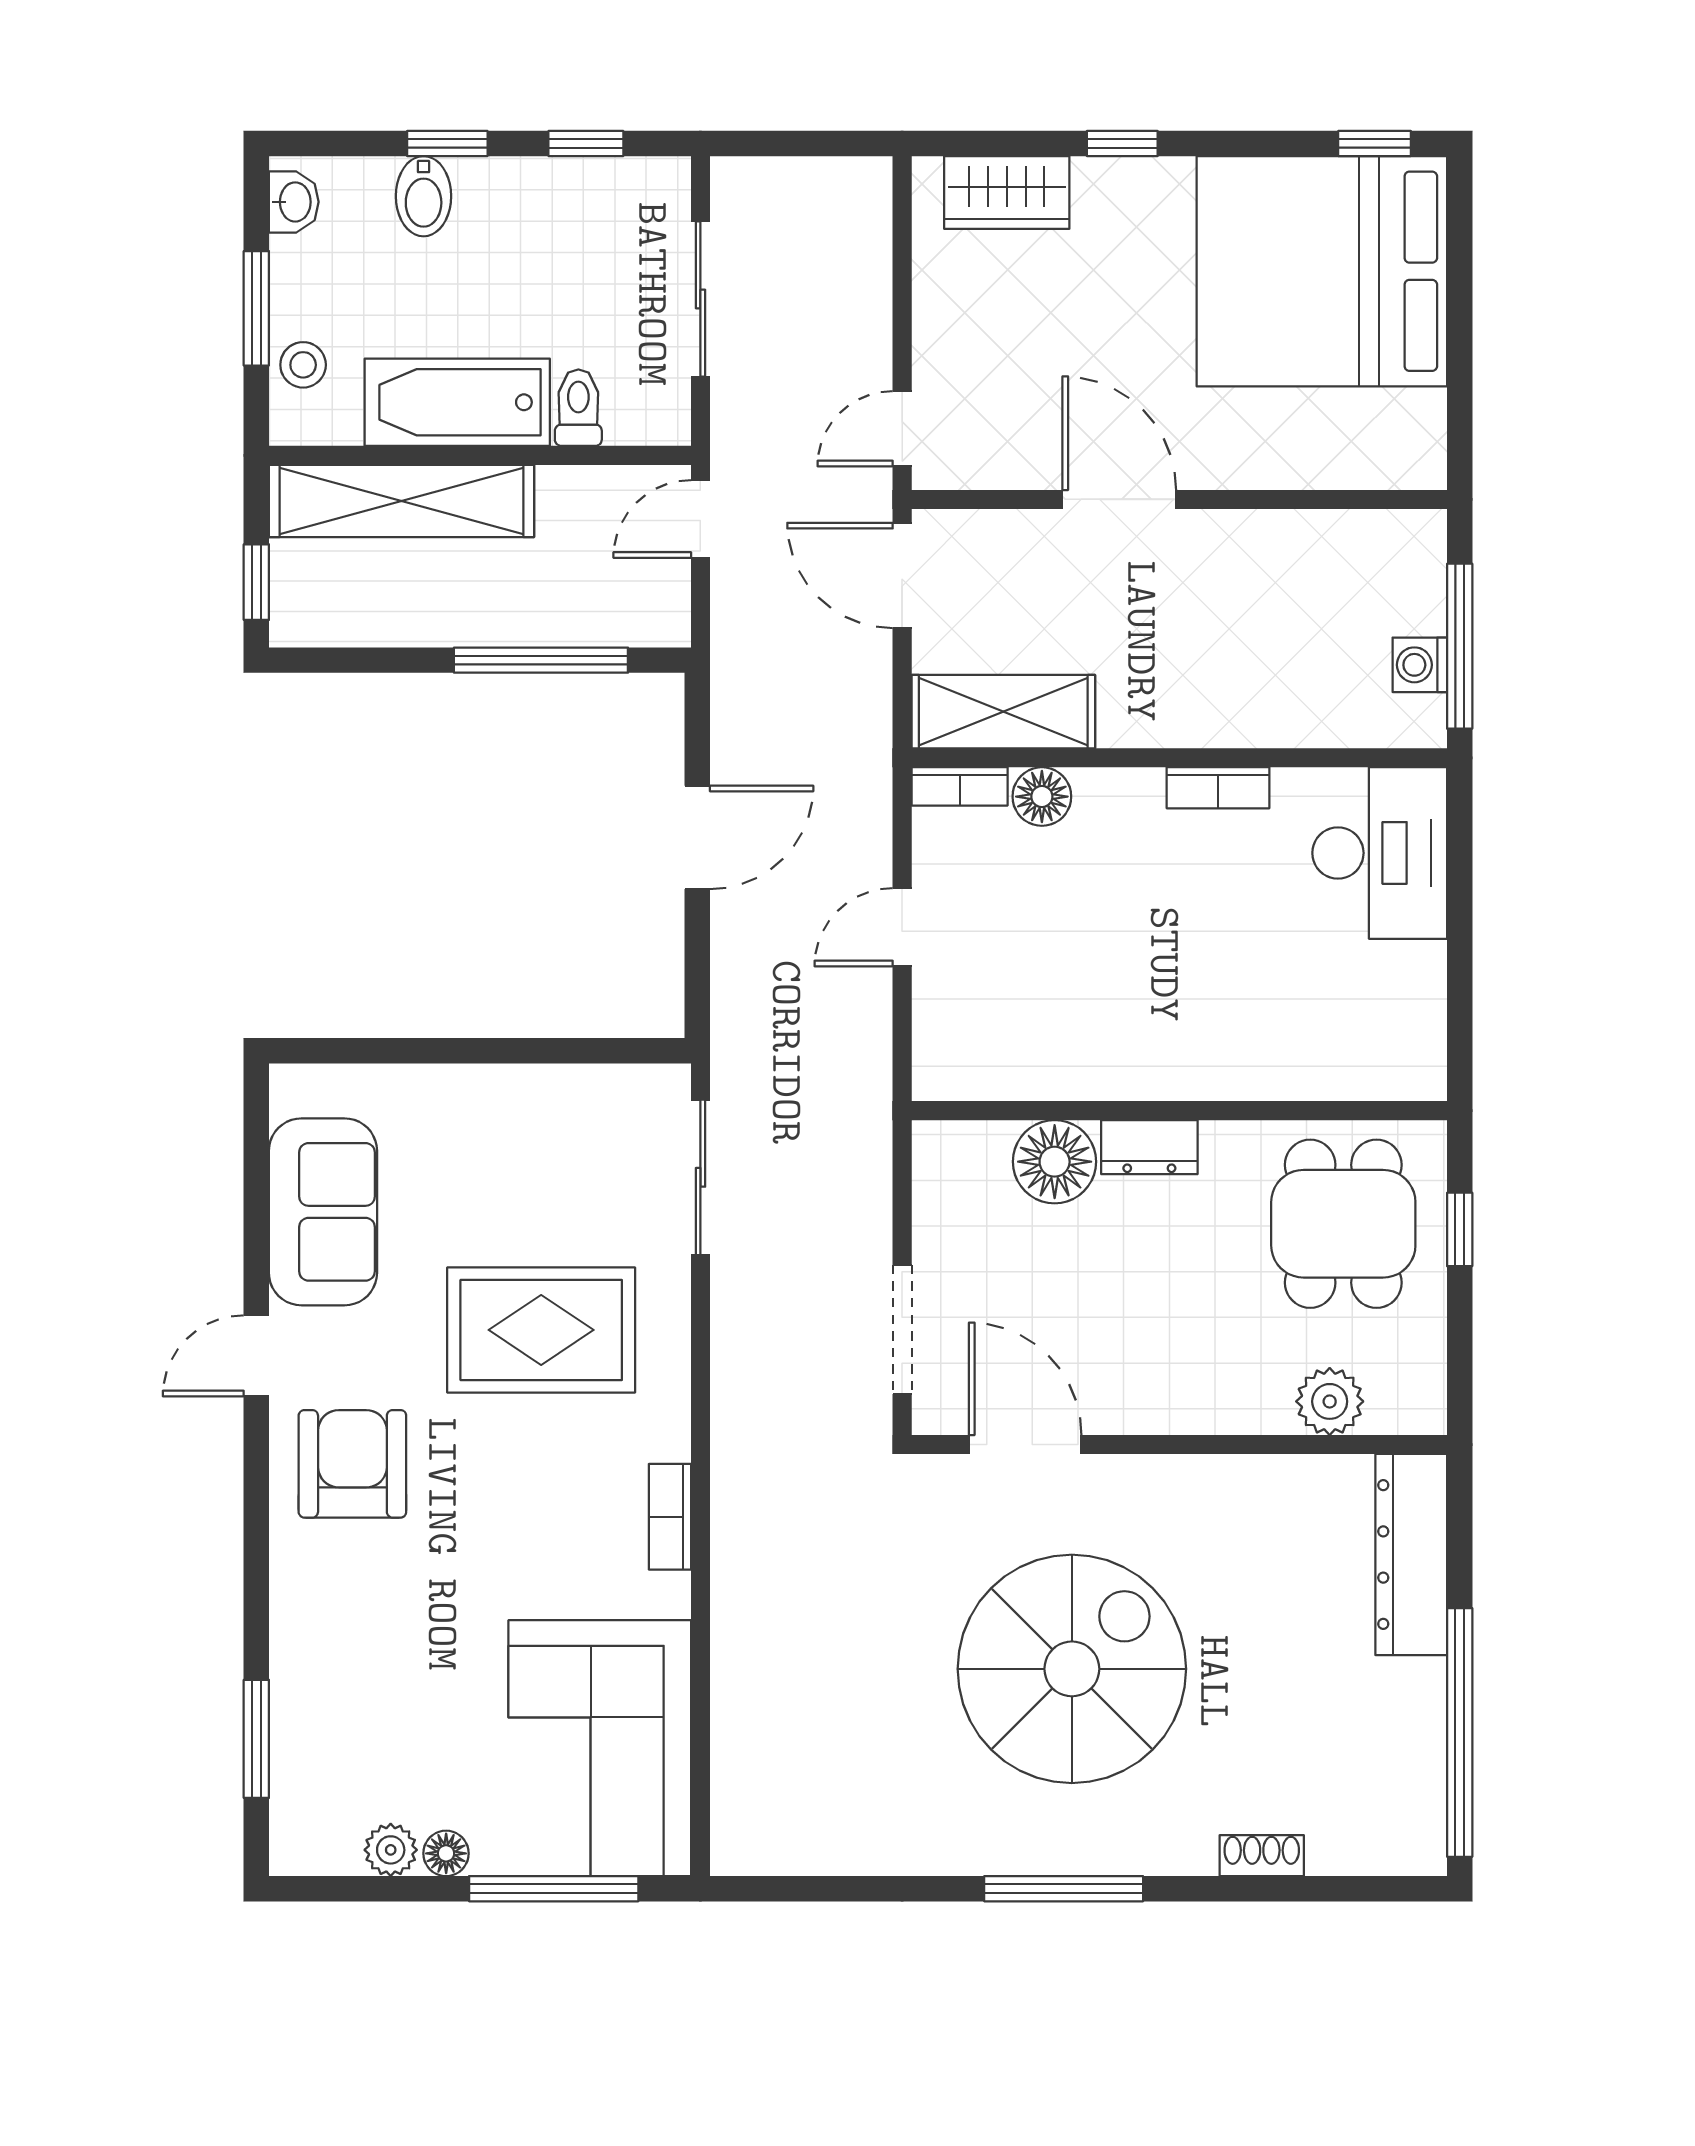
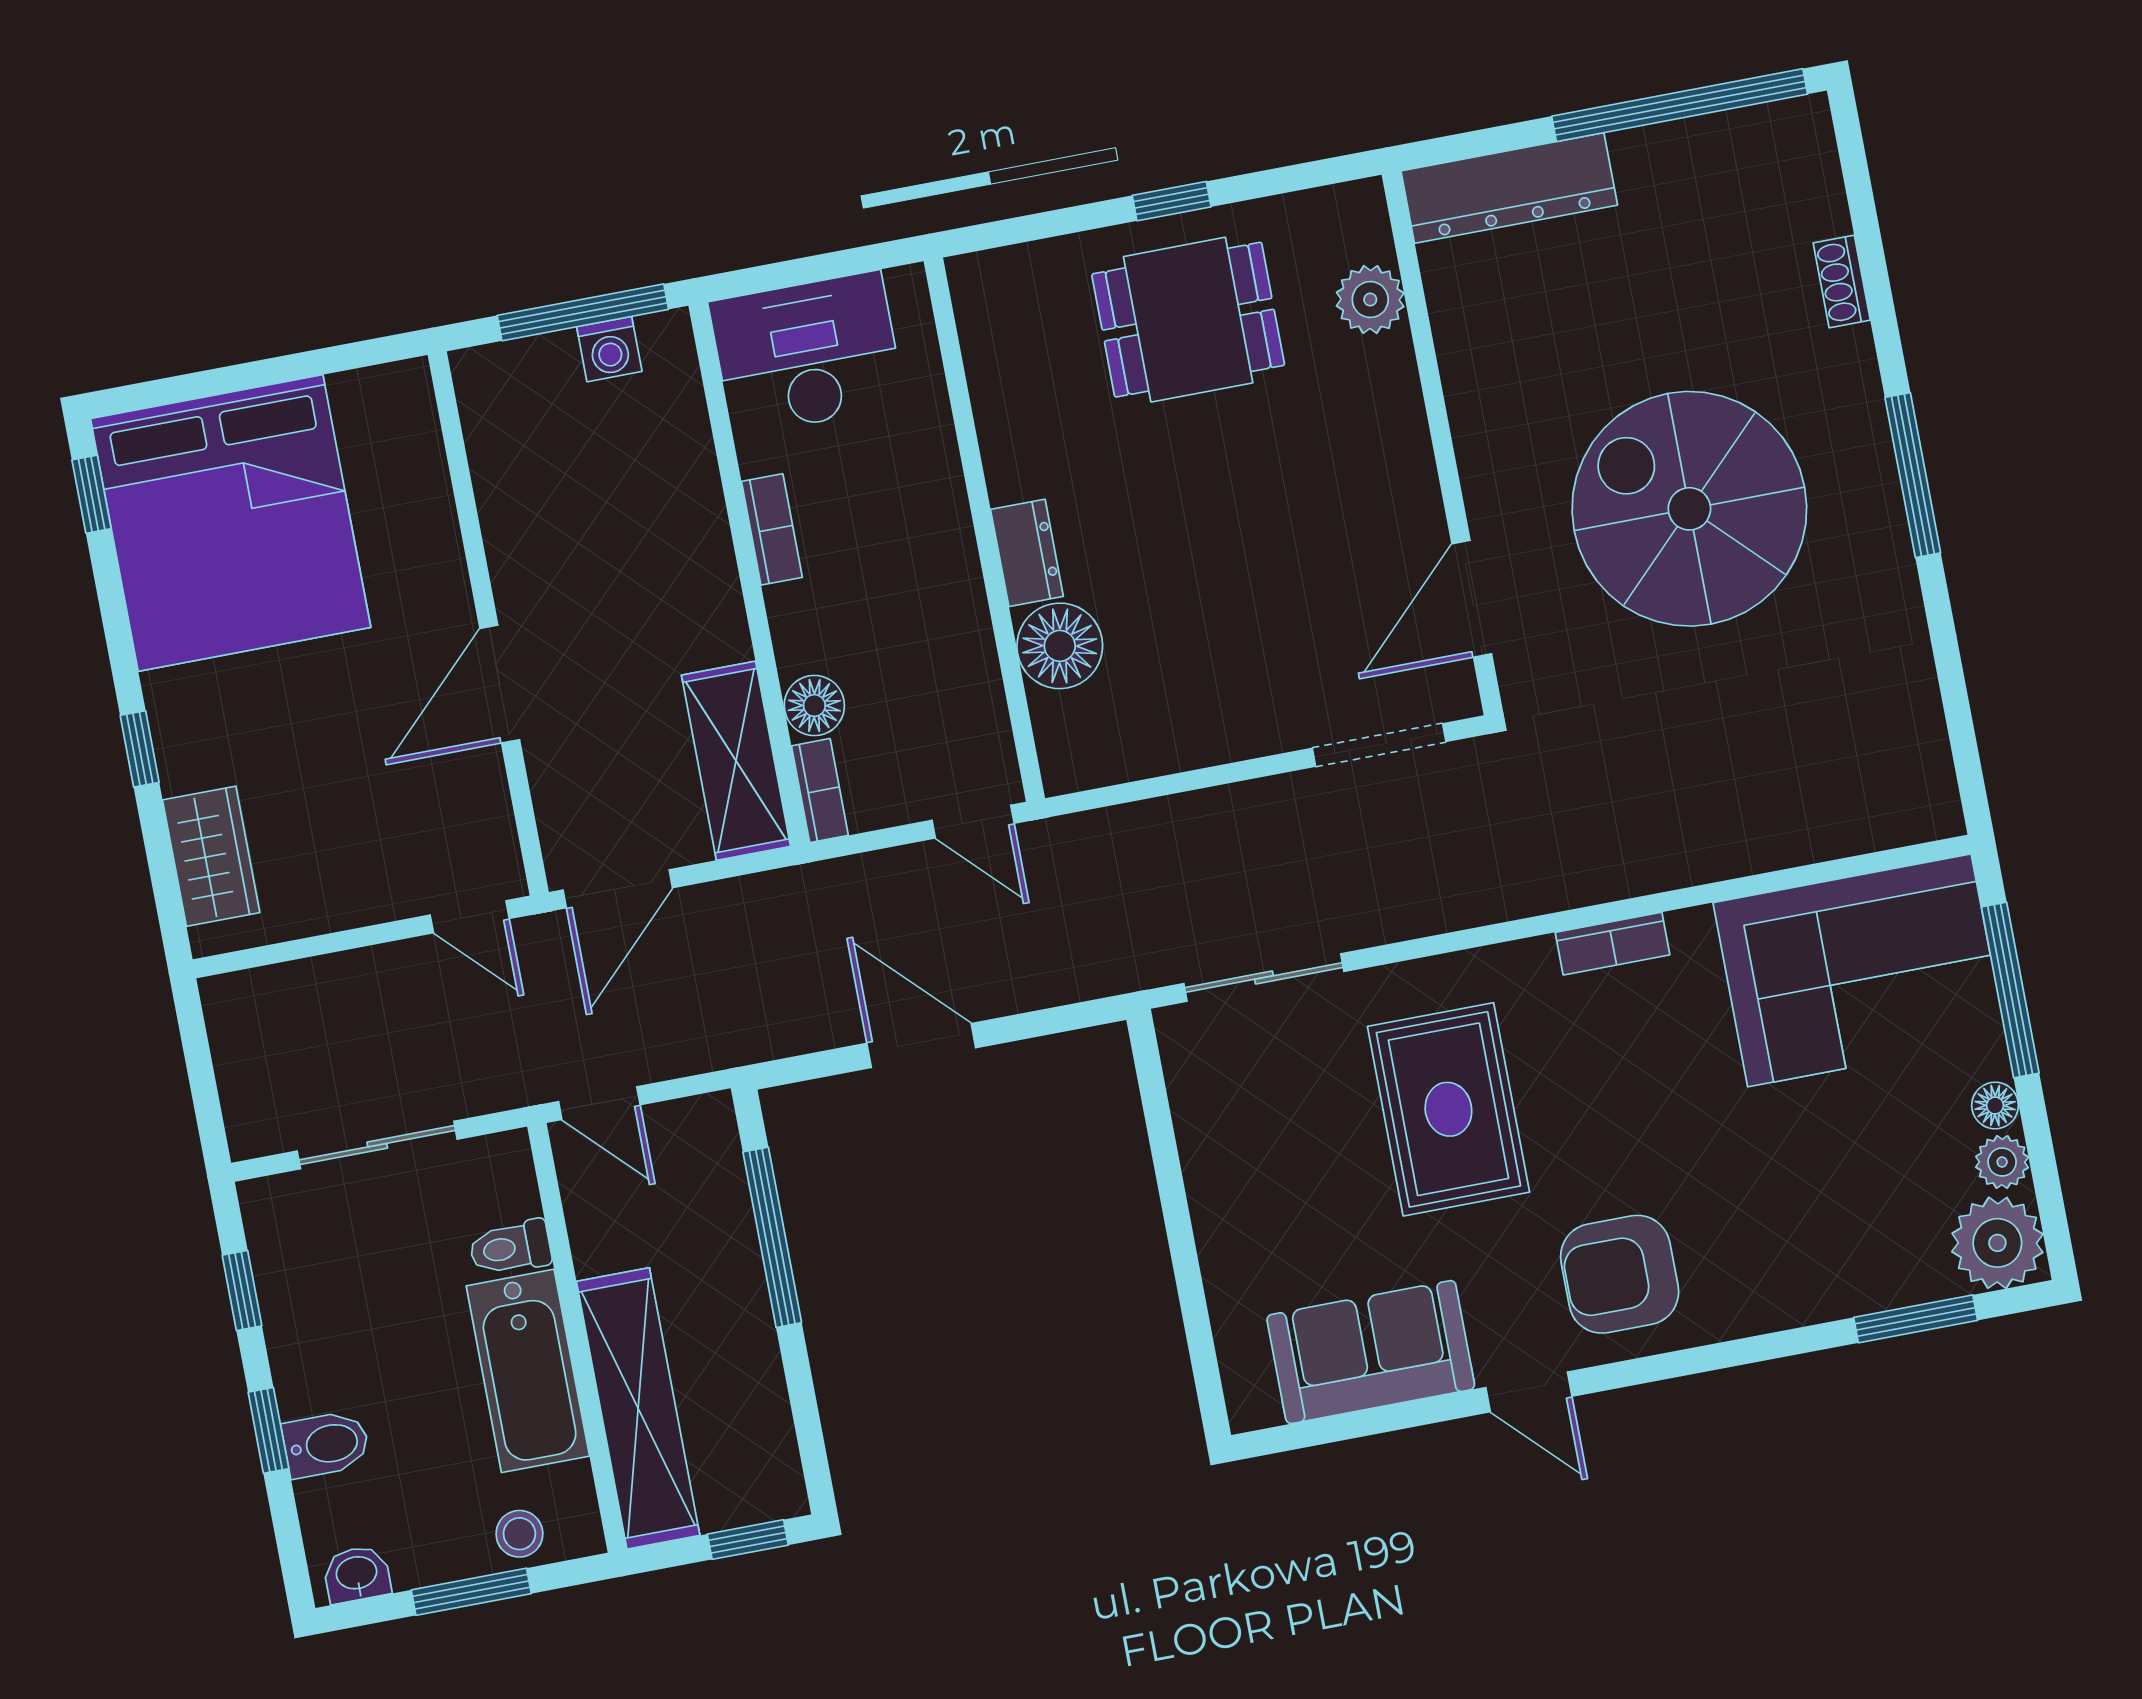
wall: (1179, 1111) -> (984, 530), moved
dresser: (1149, 1147) -> (1027, 553), moved
floor lamp: (1055, 1162) -> (1060, 646), moved
plant: (314, 1831) -> (1997, 1243), added

